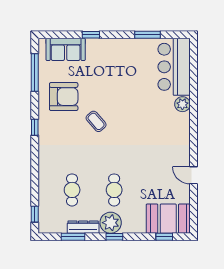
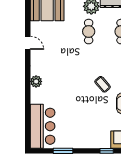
plant: (182, 104) -> (36, 81), moved

